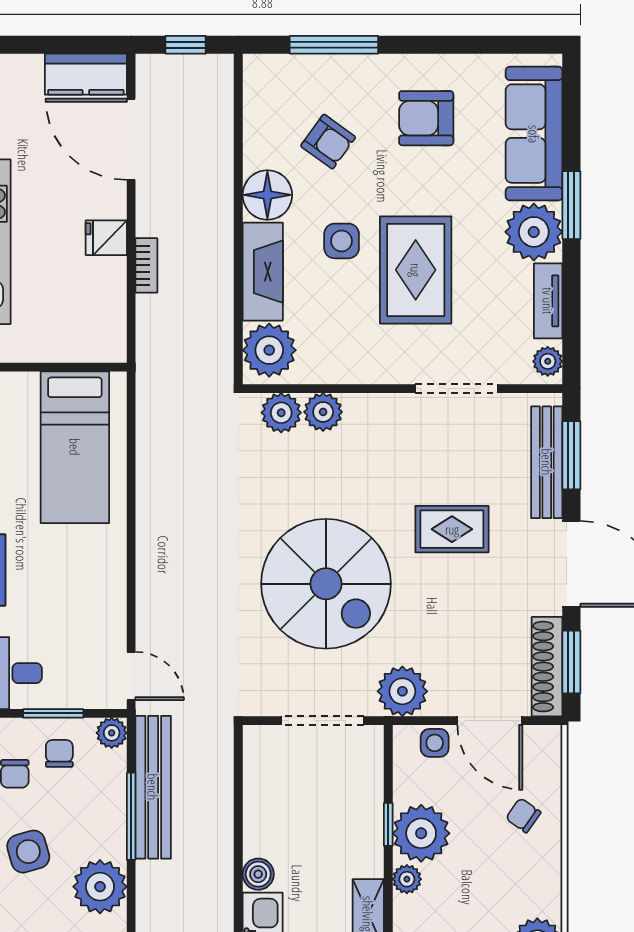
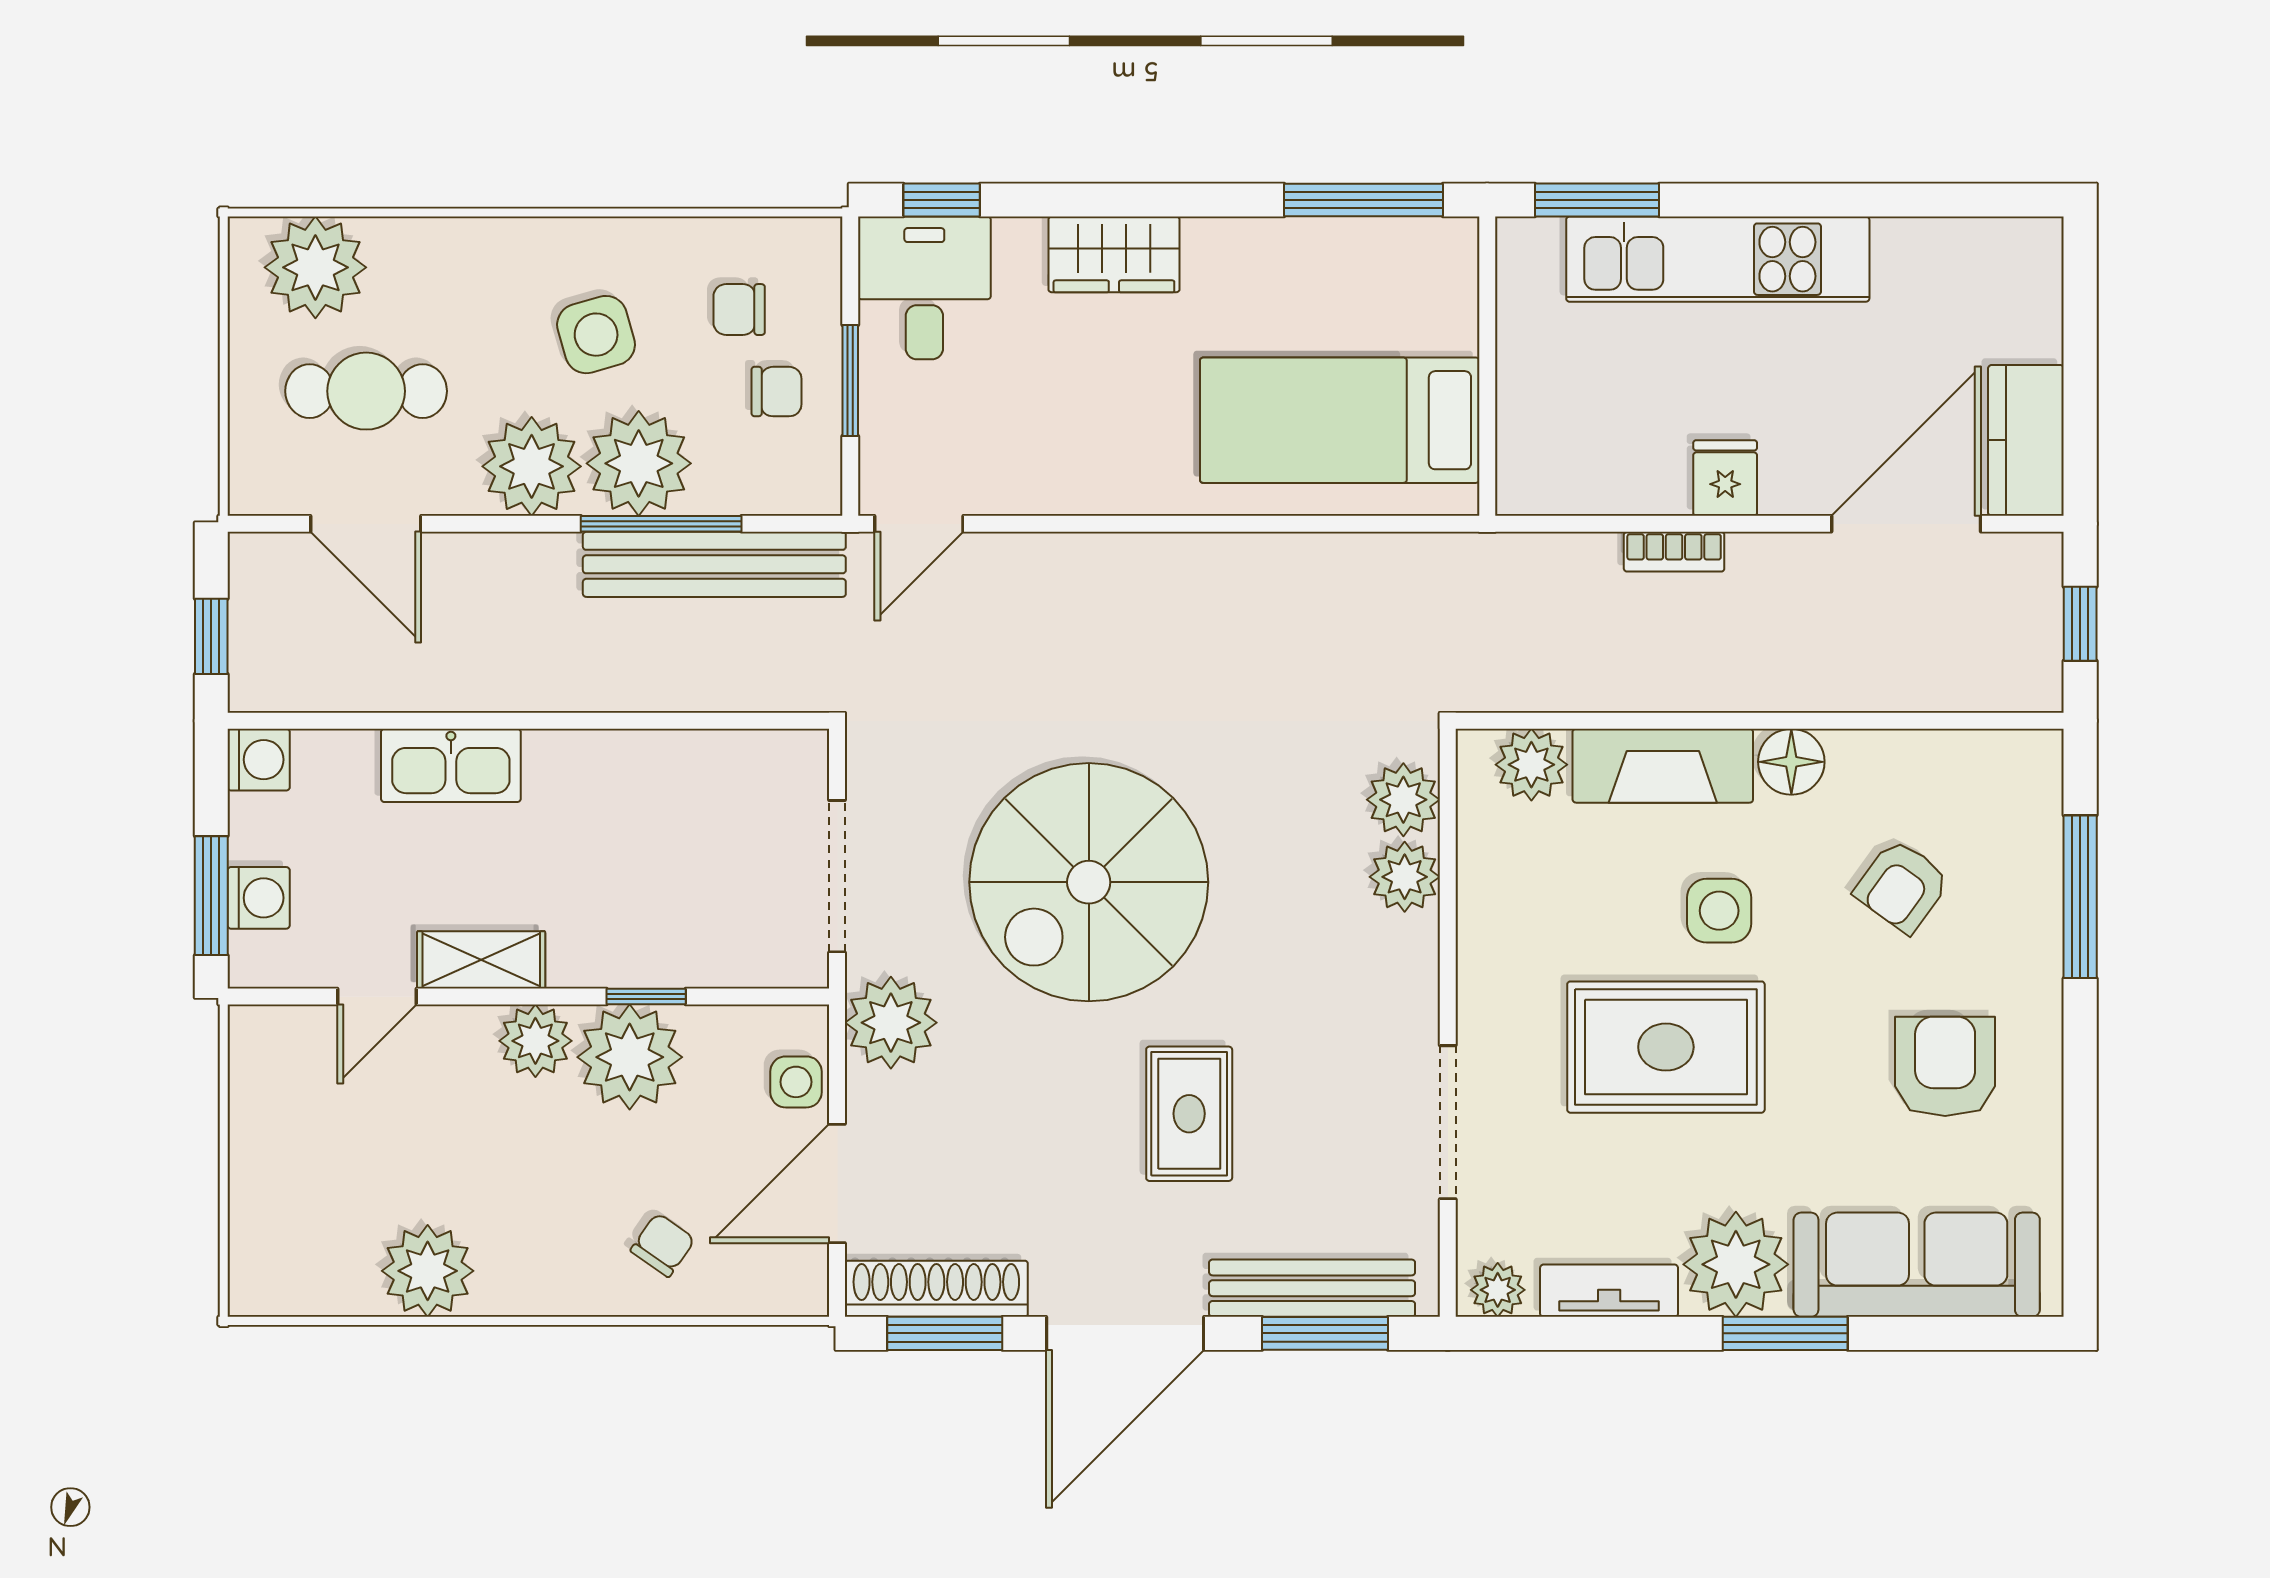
floor lamp: (267, 195) -> (1791, 762), width x0.73, depth x0.73
plant: (269, 350) -> (1531, 765), width x0.73, depth x0.73
plant: (112, 733) -> (639, 463), moved, width x1.87, depth x1.87
boiler: (258, 874) -> (555, 757), removed
plant: (407, 879) -> (535, 1041), width x1.38, depth x1.38

